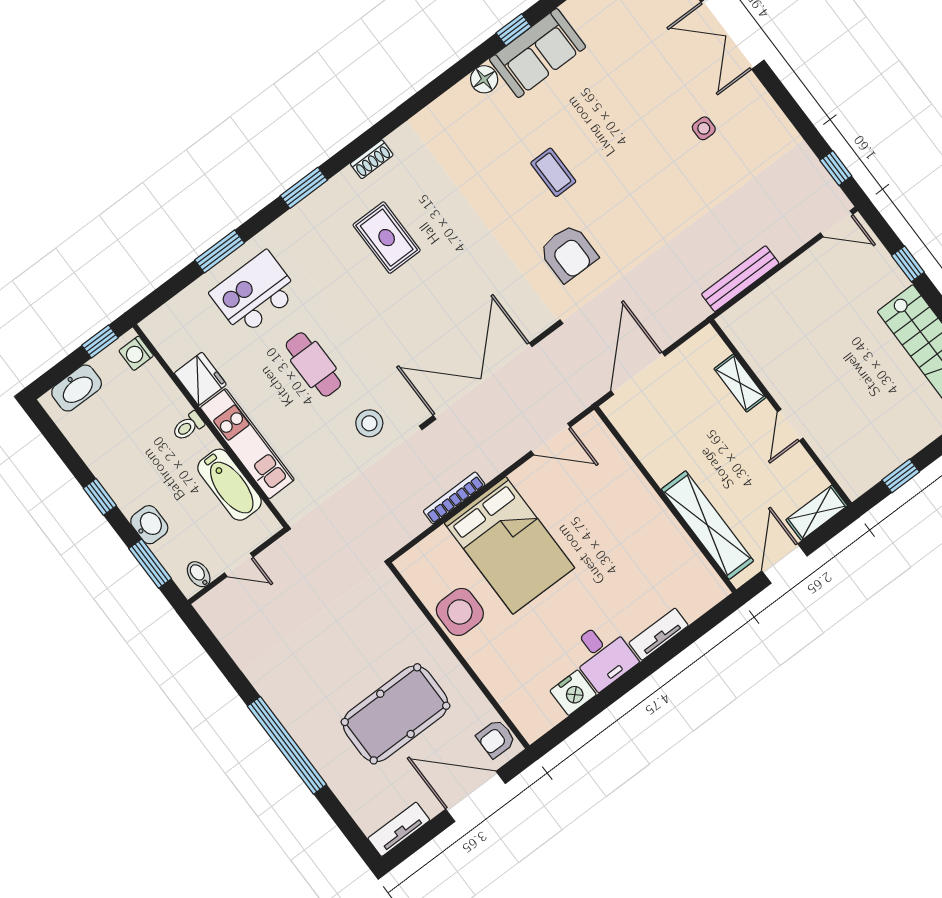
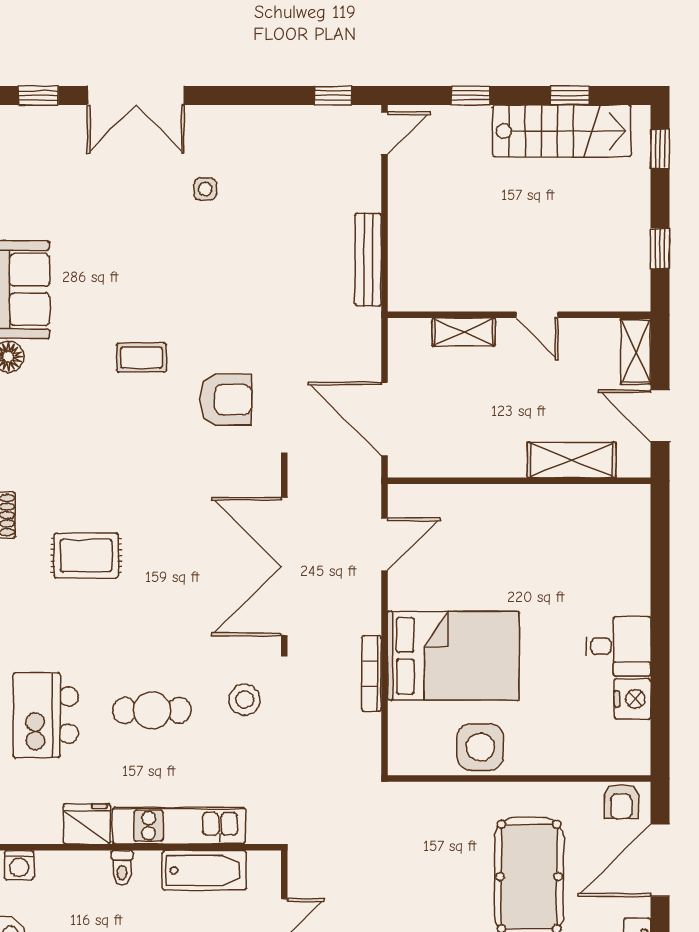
shelving: (707, 525) -> (572, 460), width x0.68
tv unit: (659, 634) -> (638, 580), removed

